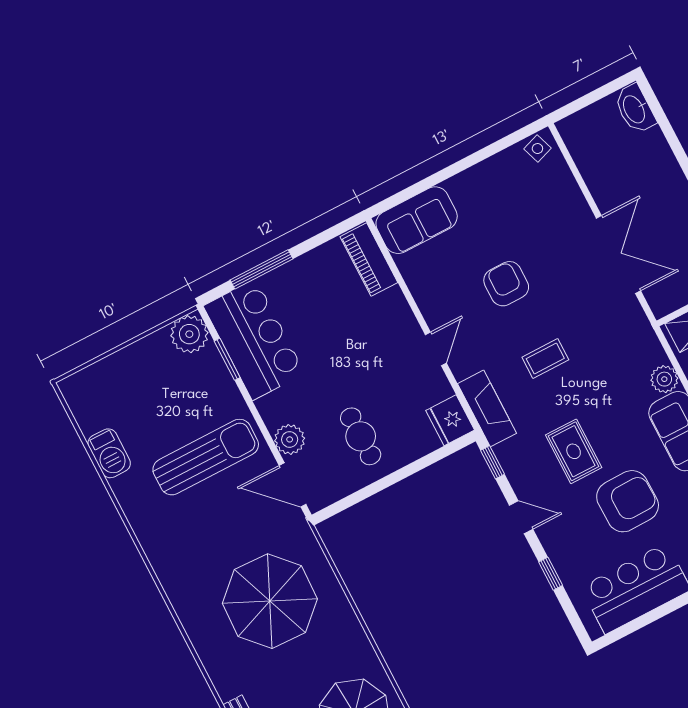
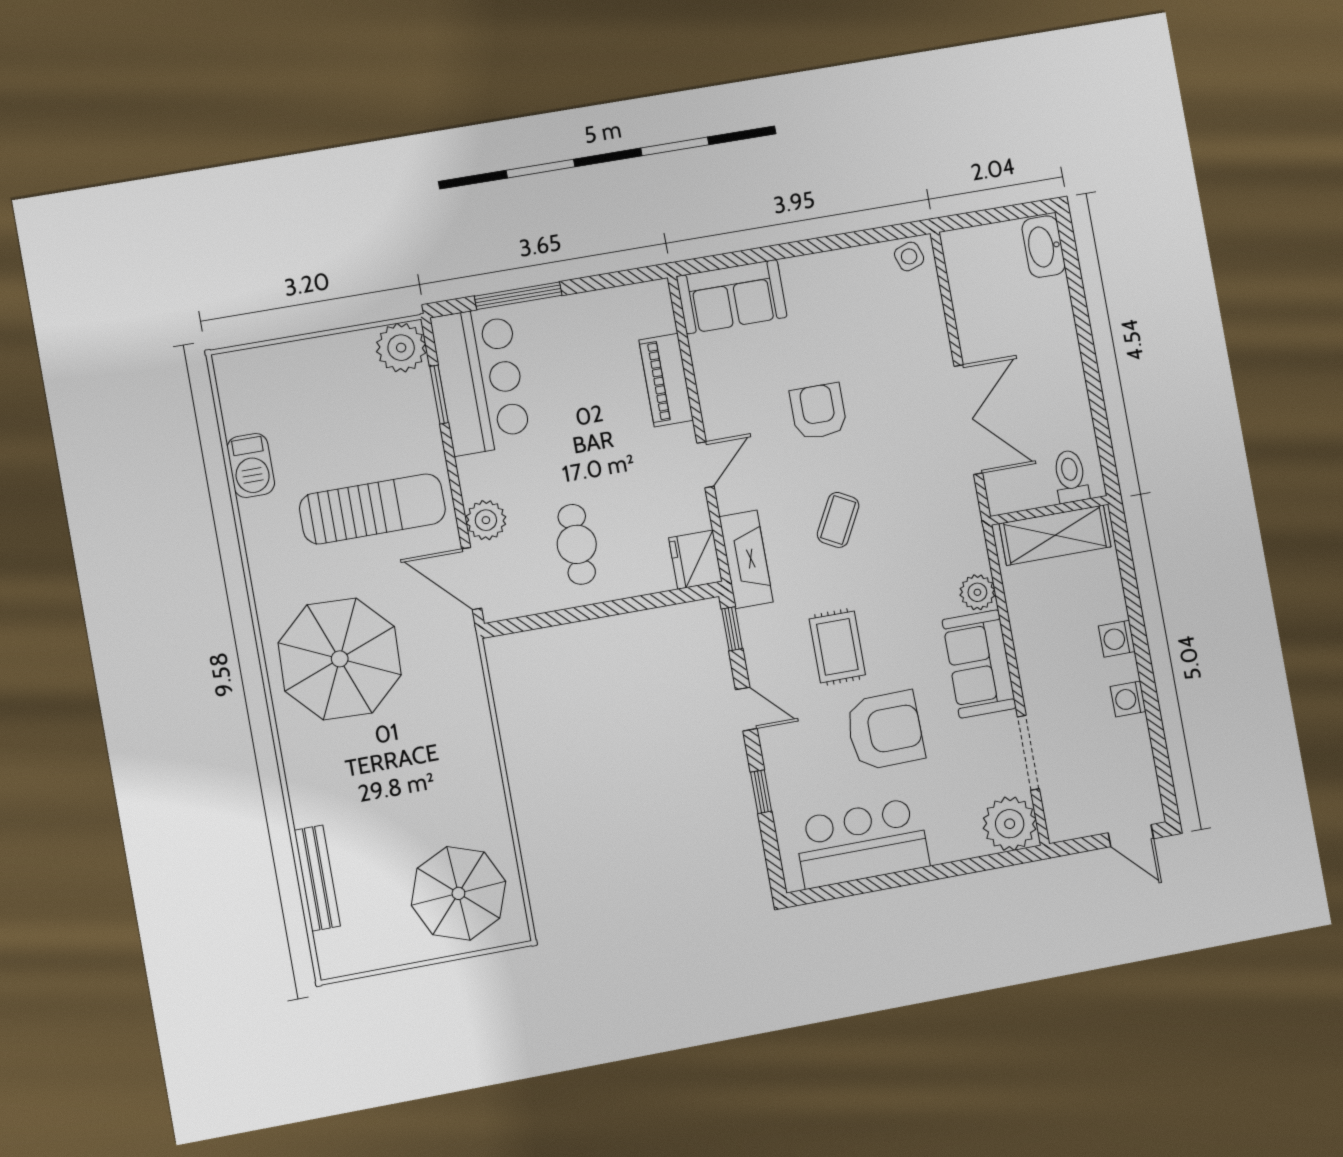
piano: (369, 260) -> (666, 380), moved
coffee table: (545, 358) -> (838, 520), turned -62
parasol: (270, 601) -> (340, 659), moved

